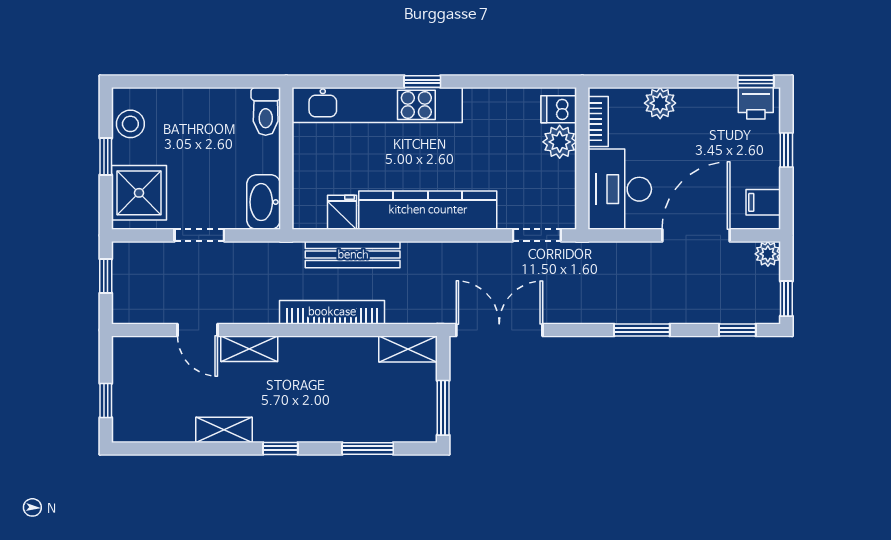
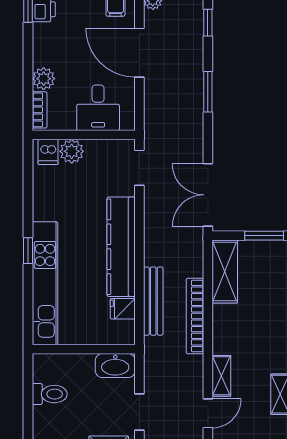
toilet: (266, 111) -> (50, 394), moved
bookcase: (598, 121) -> (40, 110), moved, turned 90
desk: (620, 189) -> (98, 108), width x0.73
shelving: (408, 349) -> (225, 272), width x1.50, depth x1.33

